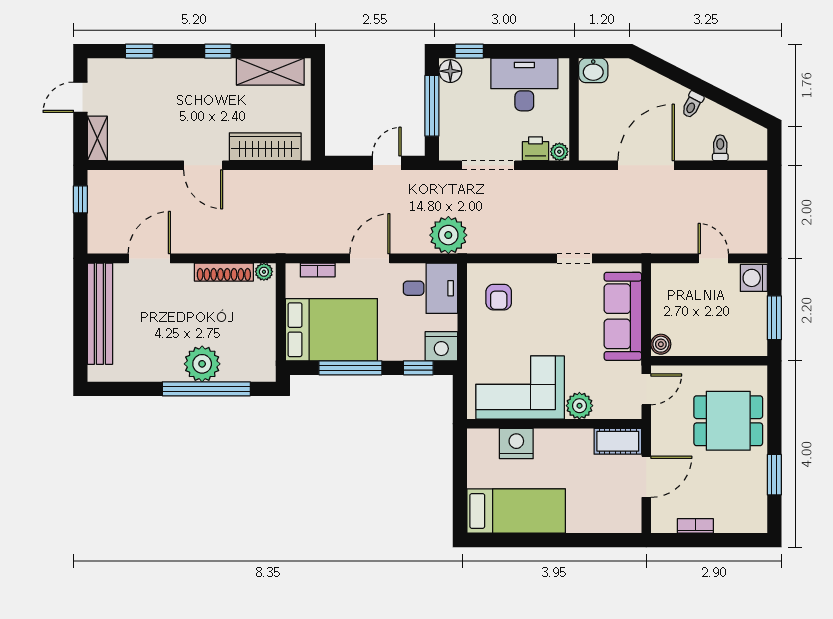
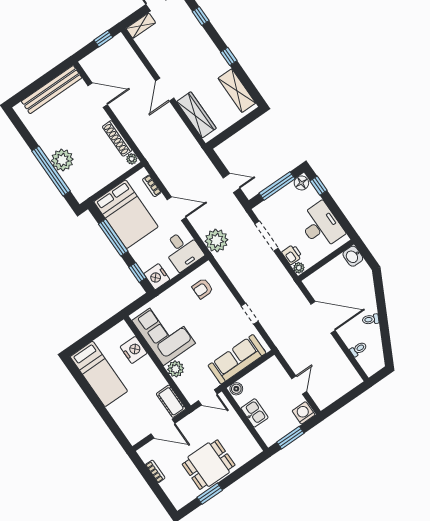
kitchen sink: (709, 342) -> (255, 413), added
dining table: (728, 421) -> (209, 465), moved, turned 90

